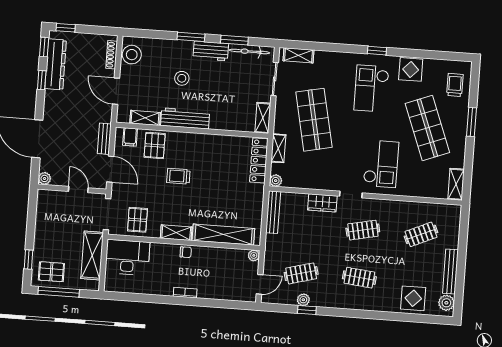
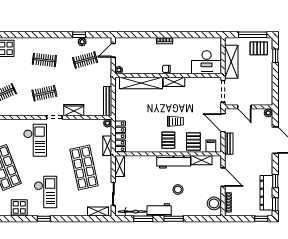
checkout: (381, 164) -> (35, 140), turned 180
pallet: (137, 220) -> (168, 140), moved

